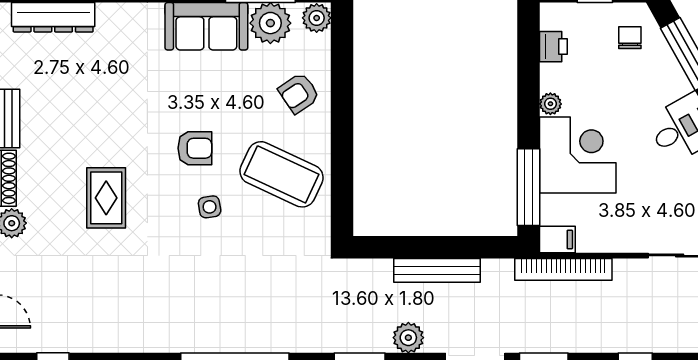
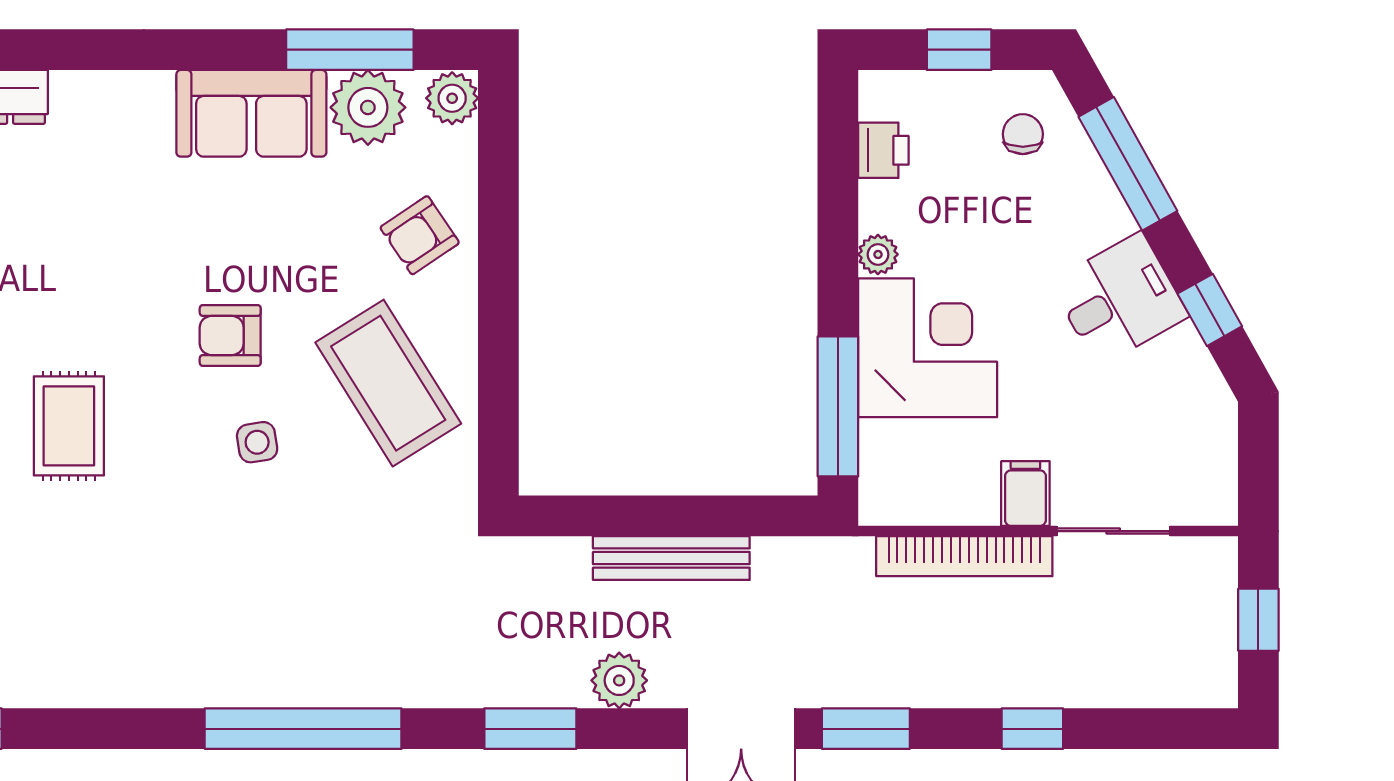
armchair: (195, 148) -> (230, 335), turned 180
coffee table: (282, 174) -> (388, 383), turned 33
filing cabinet: (557, 239) -> (1025, 494), moved, turned -90
bookcase: (563, 269) -> (964, 556), moved

